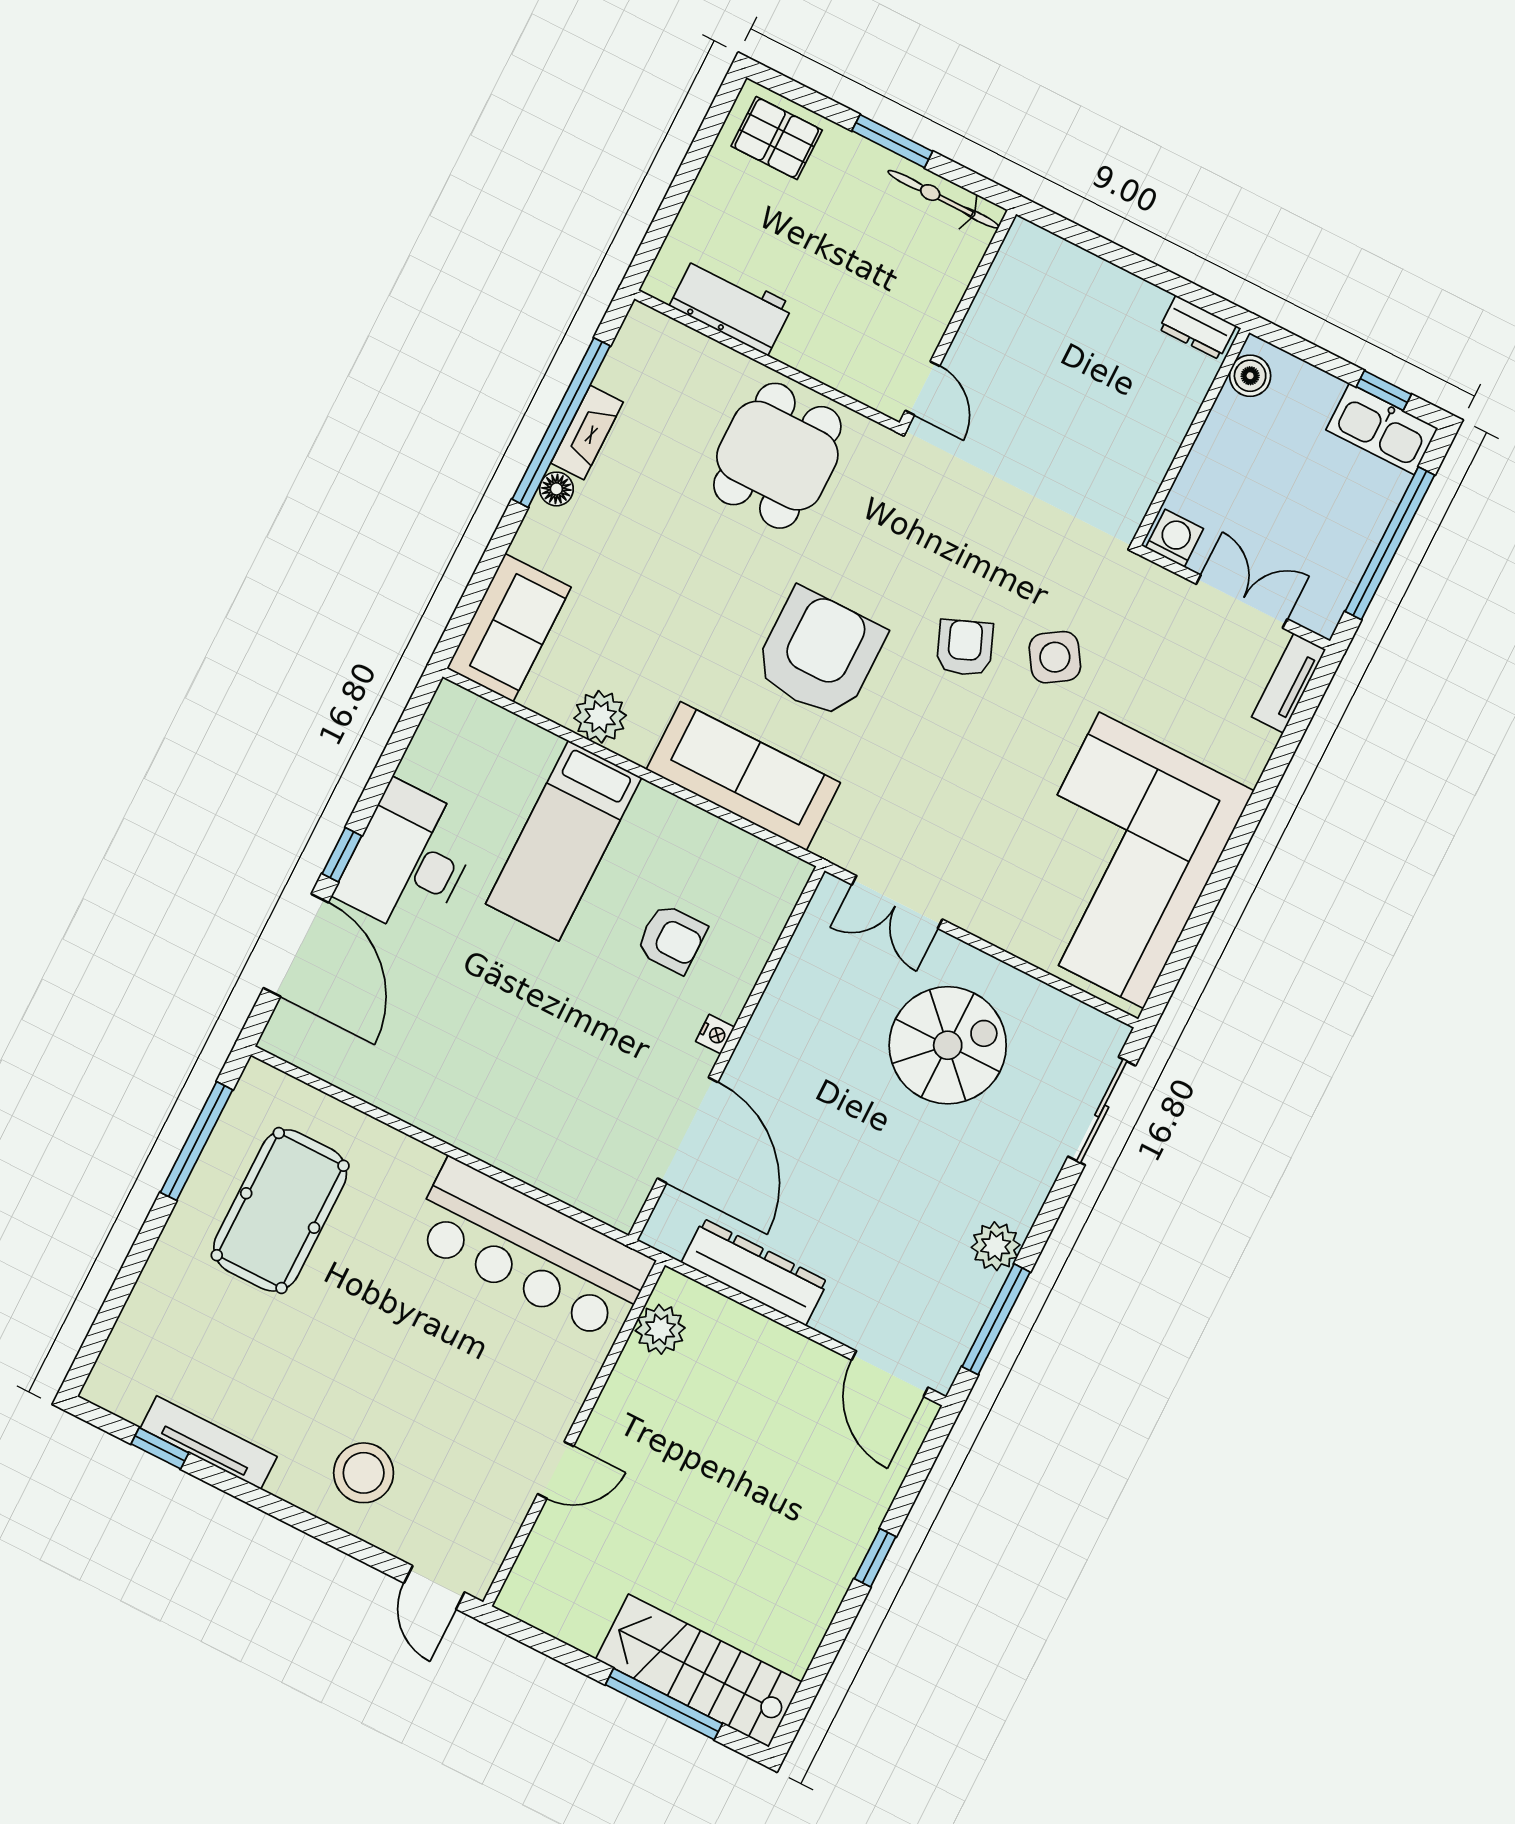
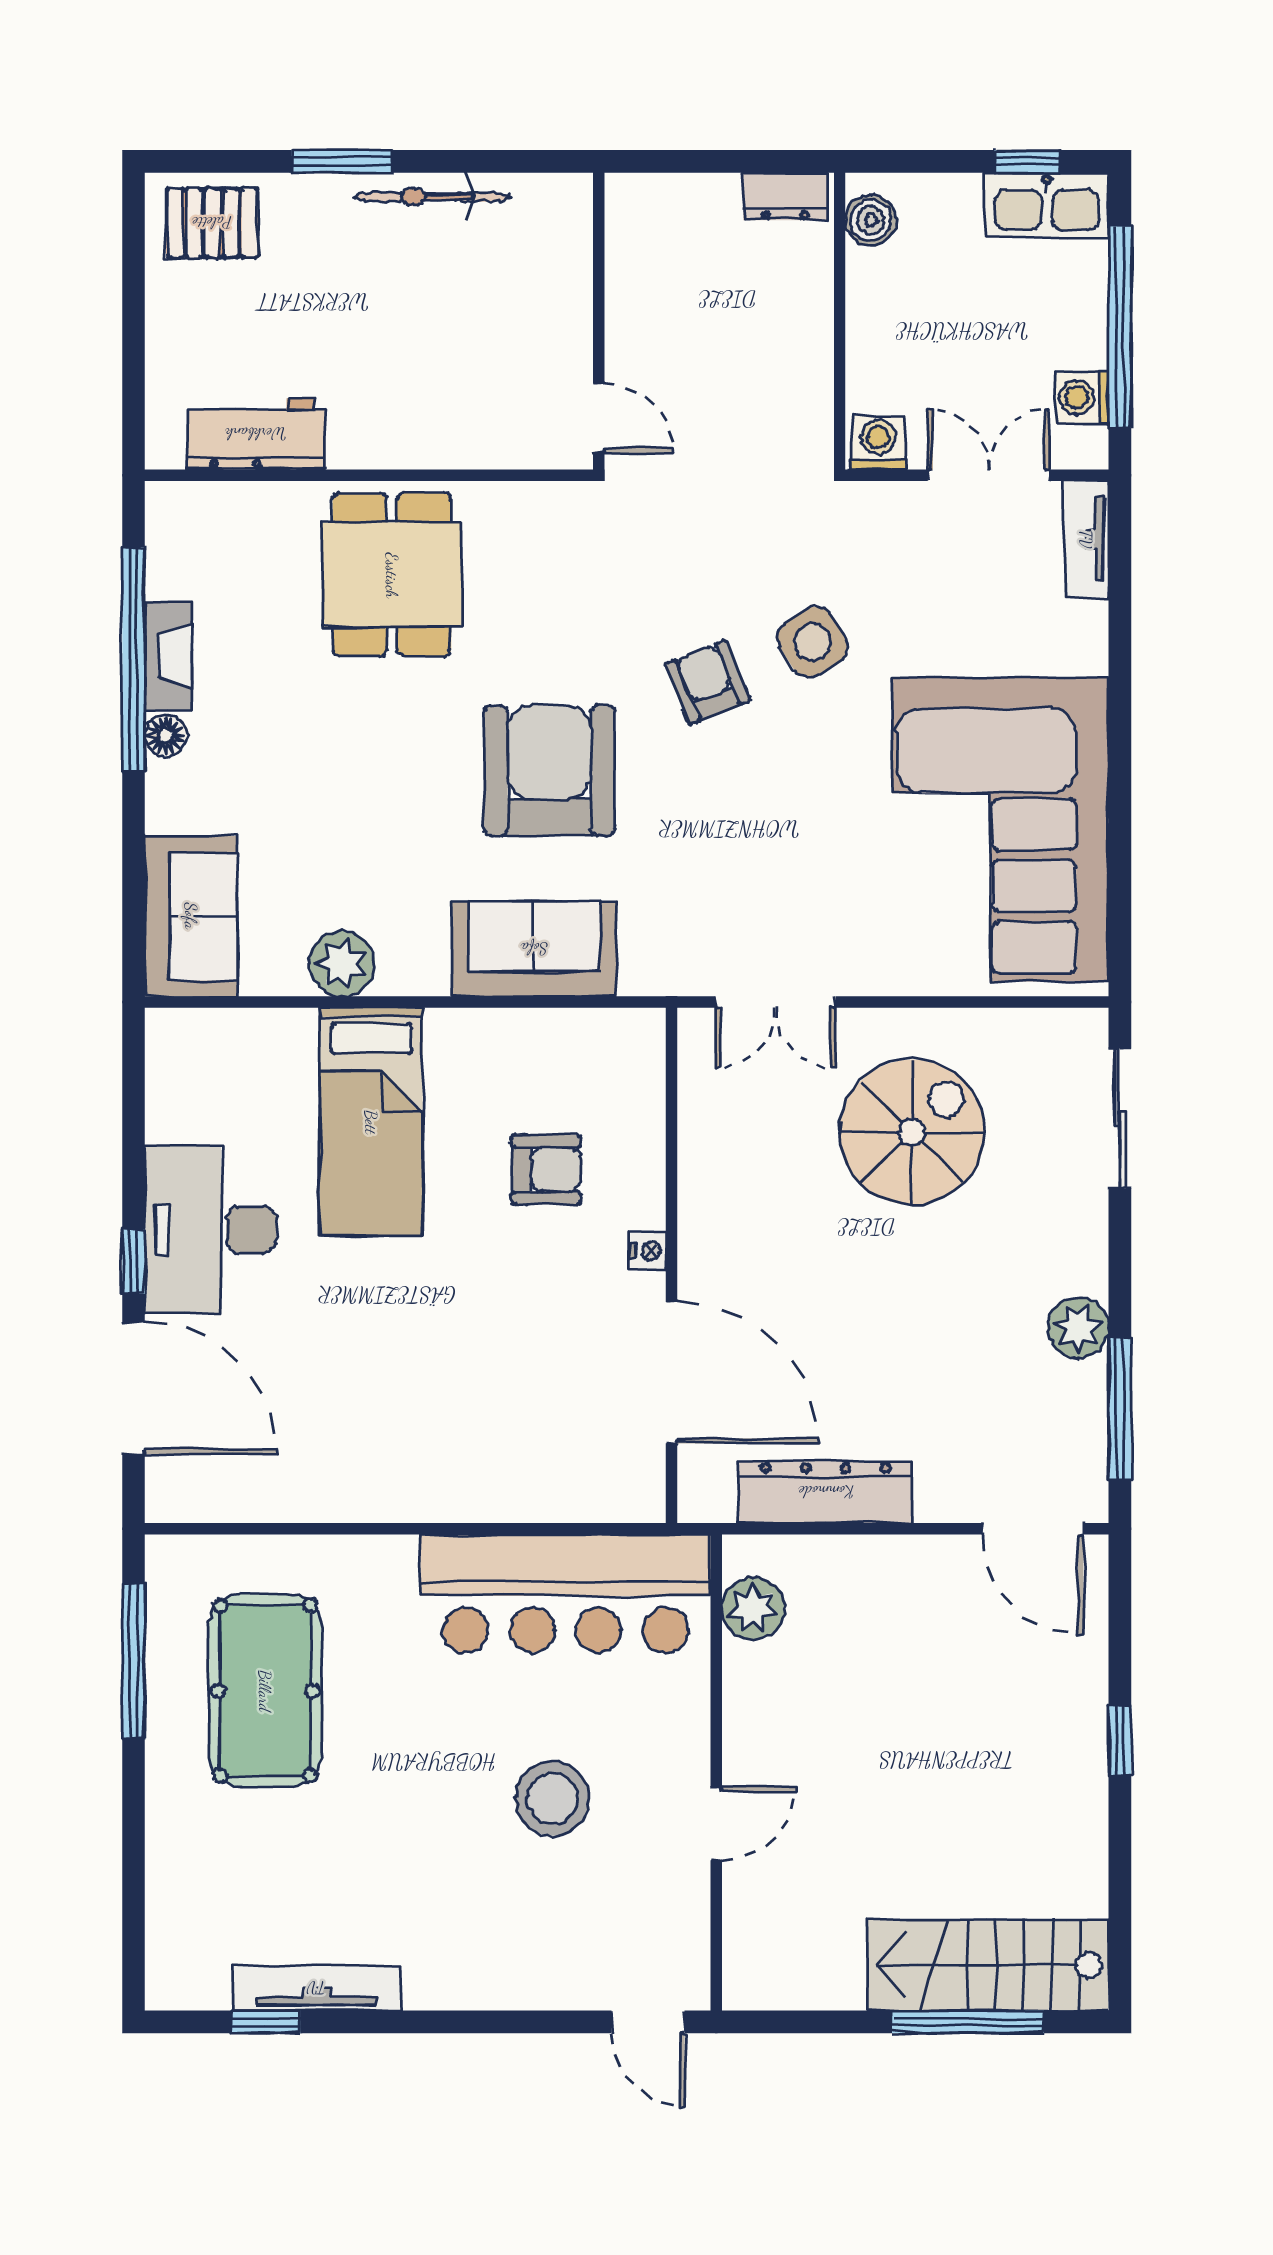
wall: (958, 318) -> (599, 321), moved
door: (922, 388) -> (599, 418), moved
washing machine: (1337, 580) -> (1082, 397), added
sofa: (743, 776) -> (534, 949), width x0.73
stool: (364, 1473) -> (553, 1799), moved

